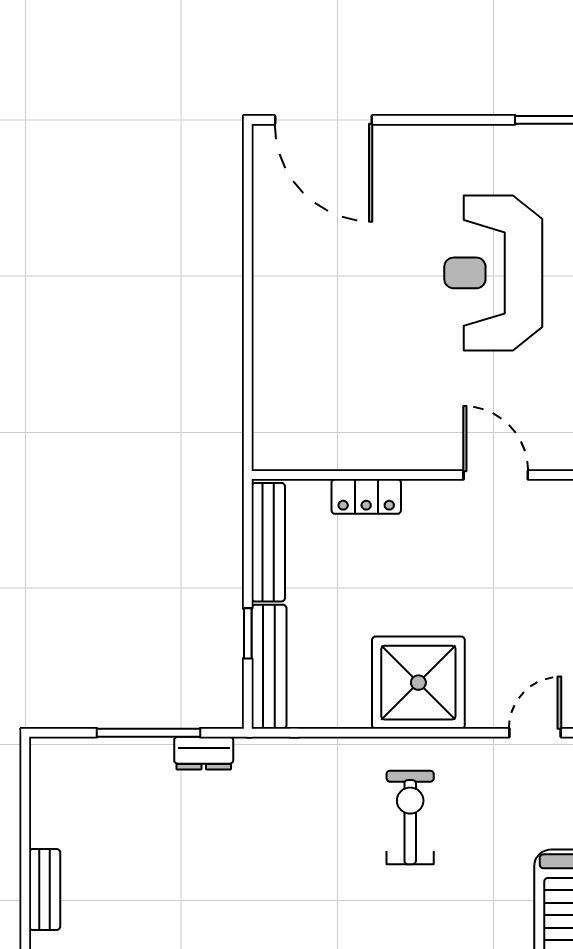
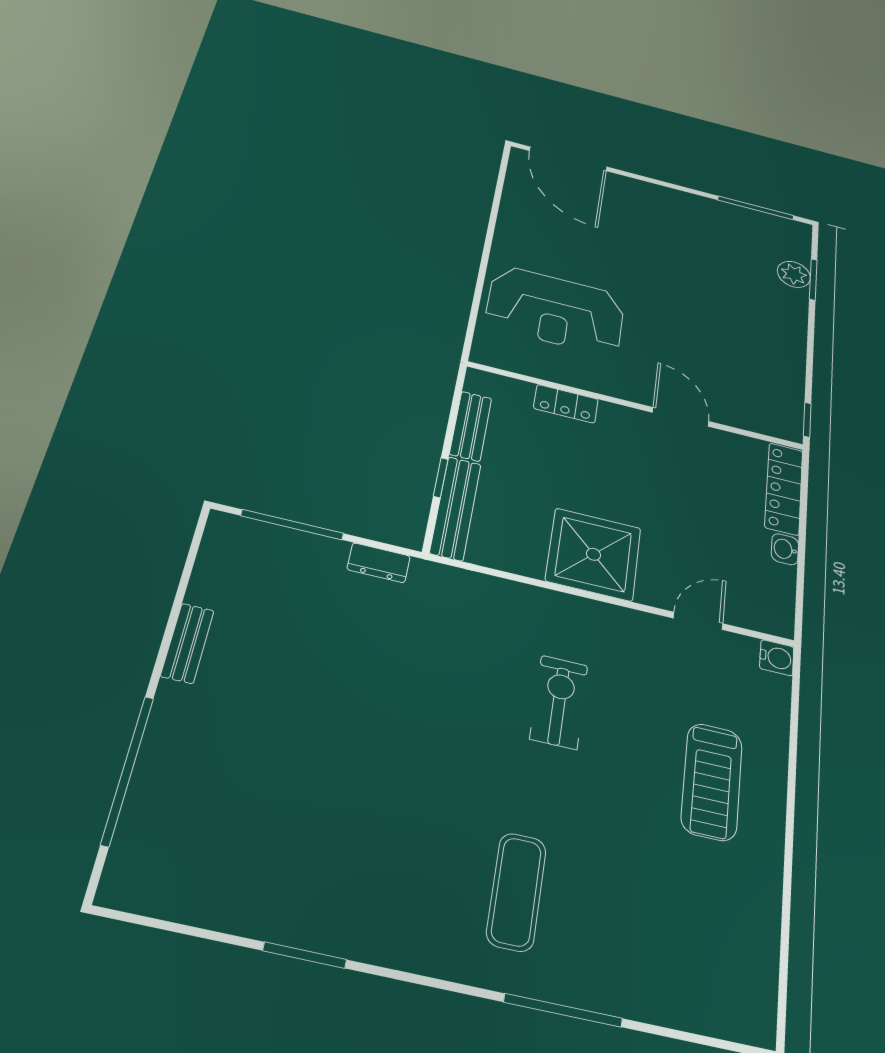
reception desk: (493, 273) -> (556, 310), moved, turned -90
bench: (268, 542) -> (471, 426), width x0.73
window: (149, 733) -> (292, 525), moved
exercise bike: (410, 817) -> (559, 702), moved

